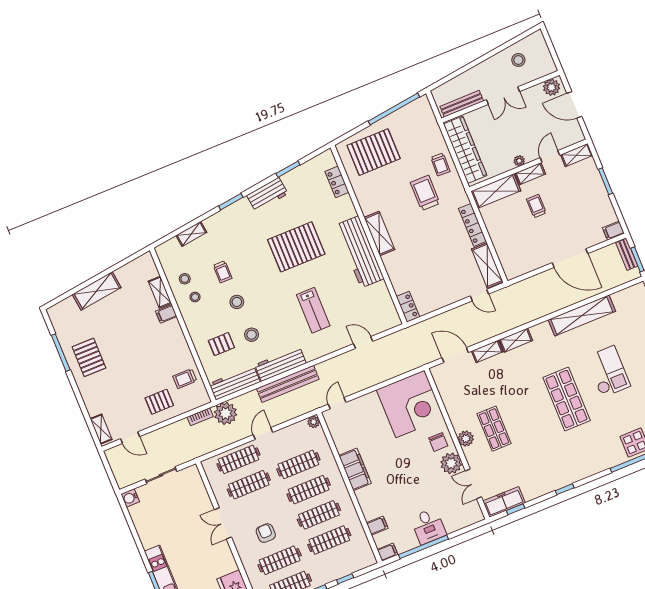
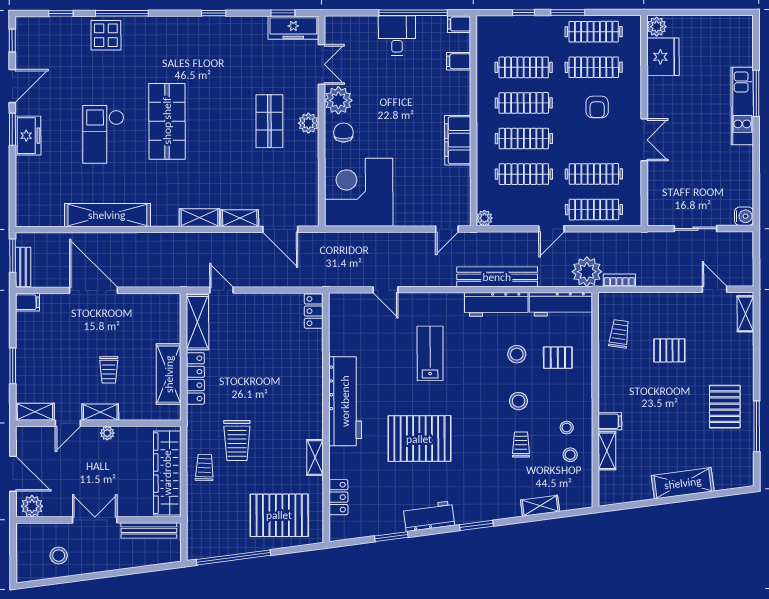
shelving: (496, 191) -> (169, 374), moved, turned 90
shelving: (379, 234) -> (315, 457), moved, width x0.67, depth x0.75
trolley: (185, 379) -> (619, 334), turned -82
pallet: (159, 402) -> (669, 350), moved

